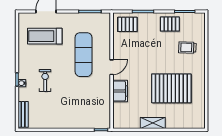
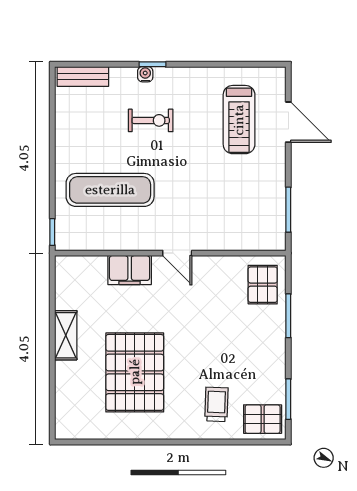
pallet: (170, 24) -> (263, 419), moved, turned 90
treadmill: (45, 36) -> (239, 120), turned 180
exercise mat: (83, 55) -> (110, 190), moved

